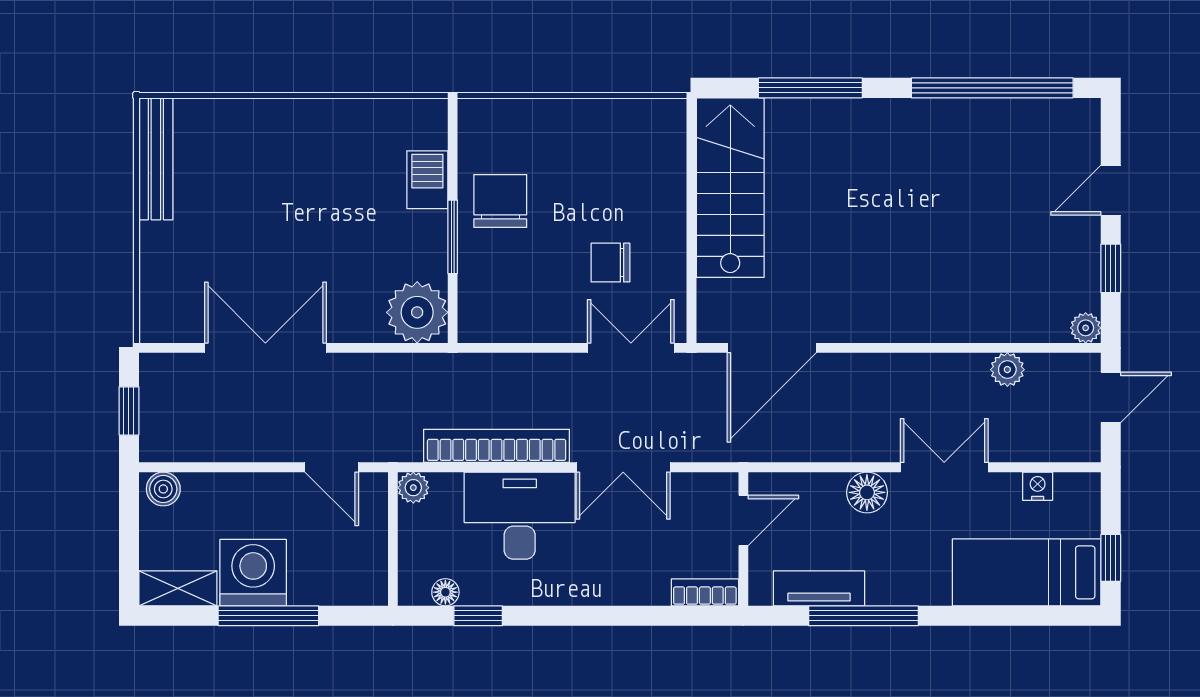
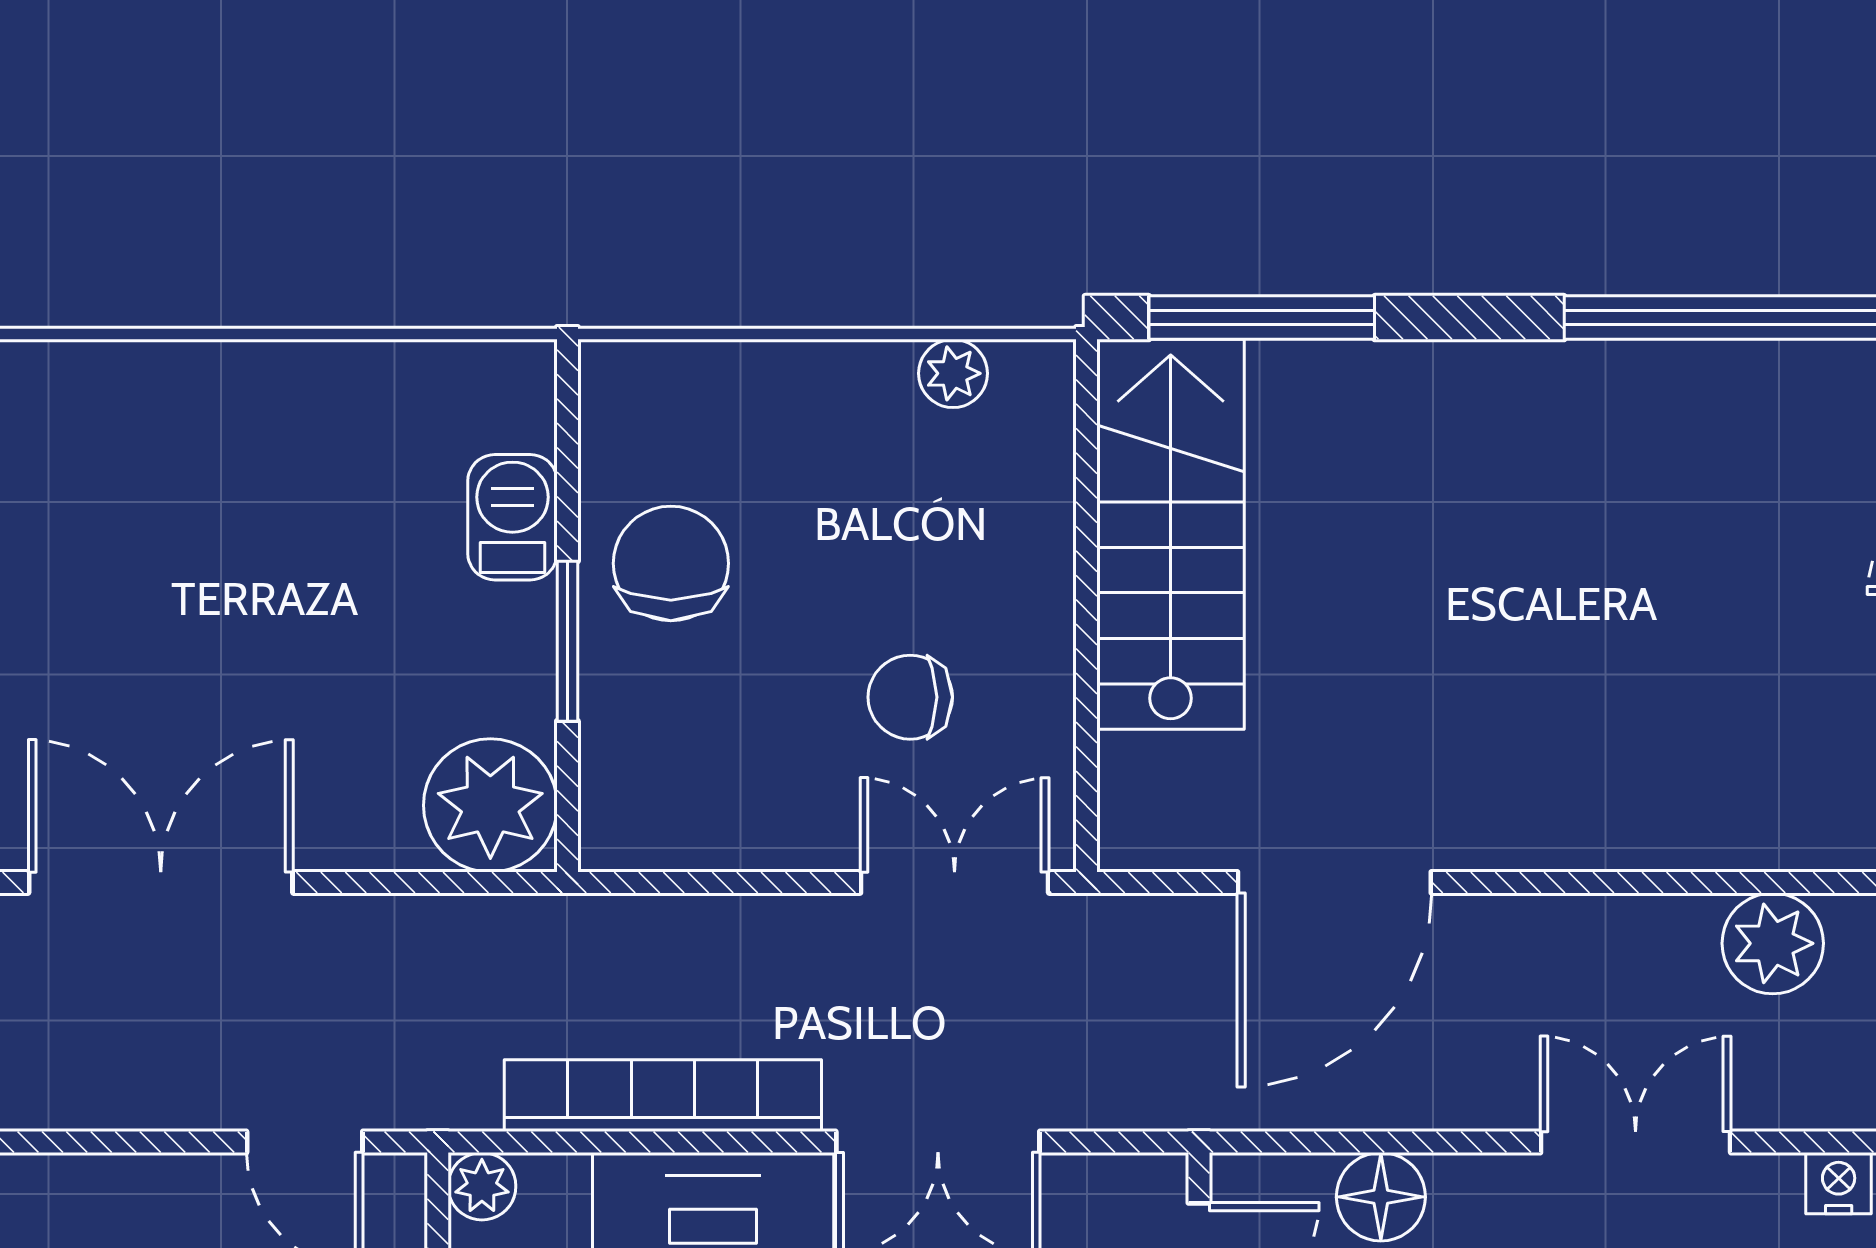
window: (810, 88) -> (1262, 318), moved
plant: (630, 114) -> (953, 373), added
door: (772, 348) -> (1334, 882), moved
plant: (1007, 370) -> (1773, 943), width x1.38, depth x1.38
floor lamp: (867, 492) -> (1381, 1197), moved

